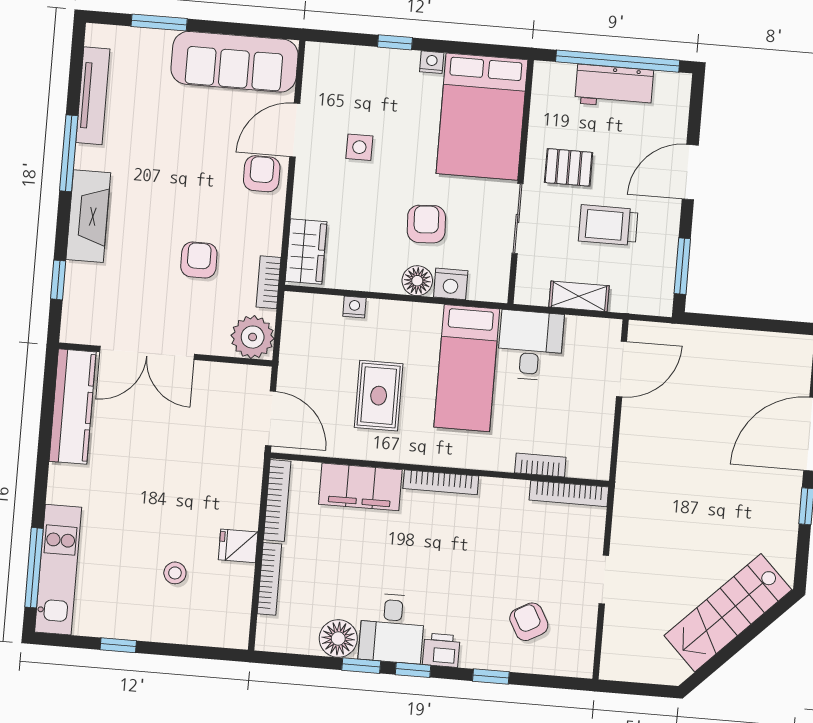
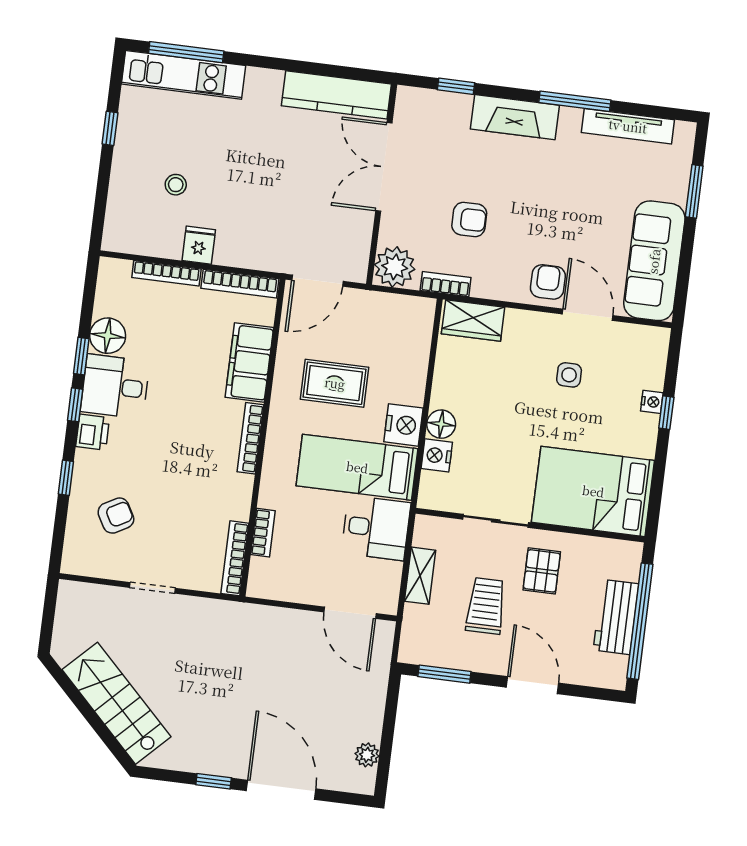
nightstand: (432, 62) -> (652, 402), moved
armchair: (262, 174) -> (548, 282), turned -90
armchair: (426, 224) -> (494, 435), removed
nightstand: (354, 307) -> (403, 425), moved, width x1.89, depth x1.79
plant: (772, 345) -> (367, 755), added

